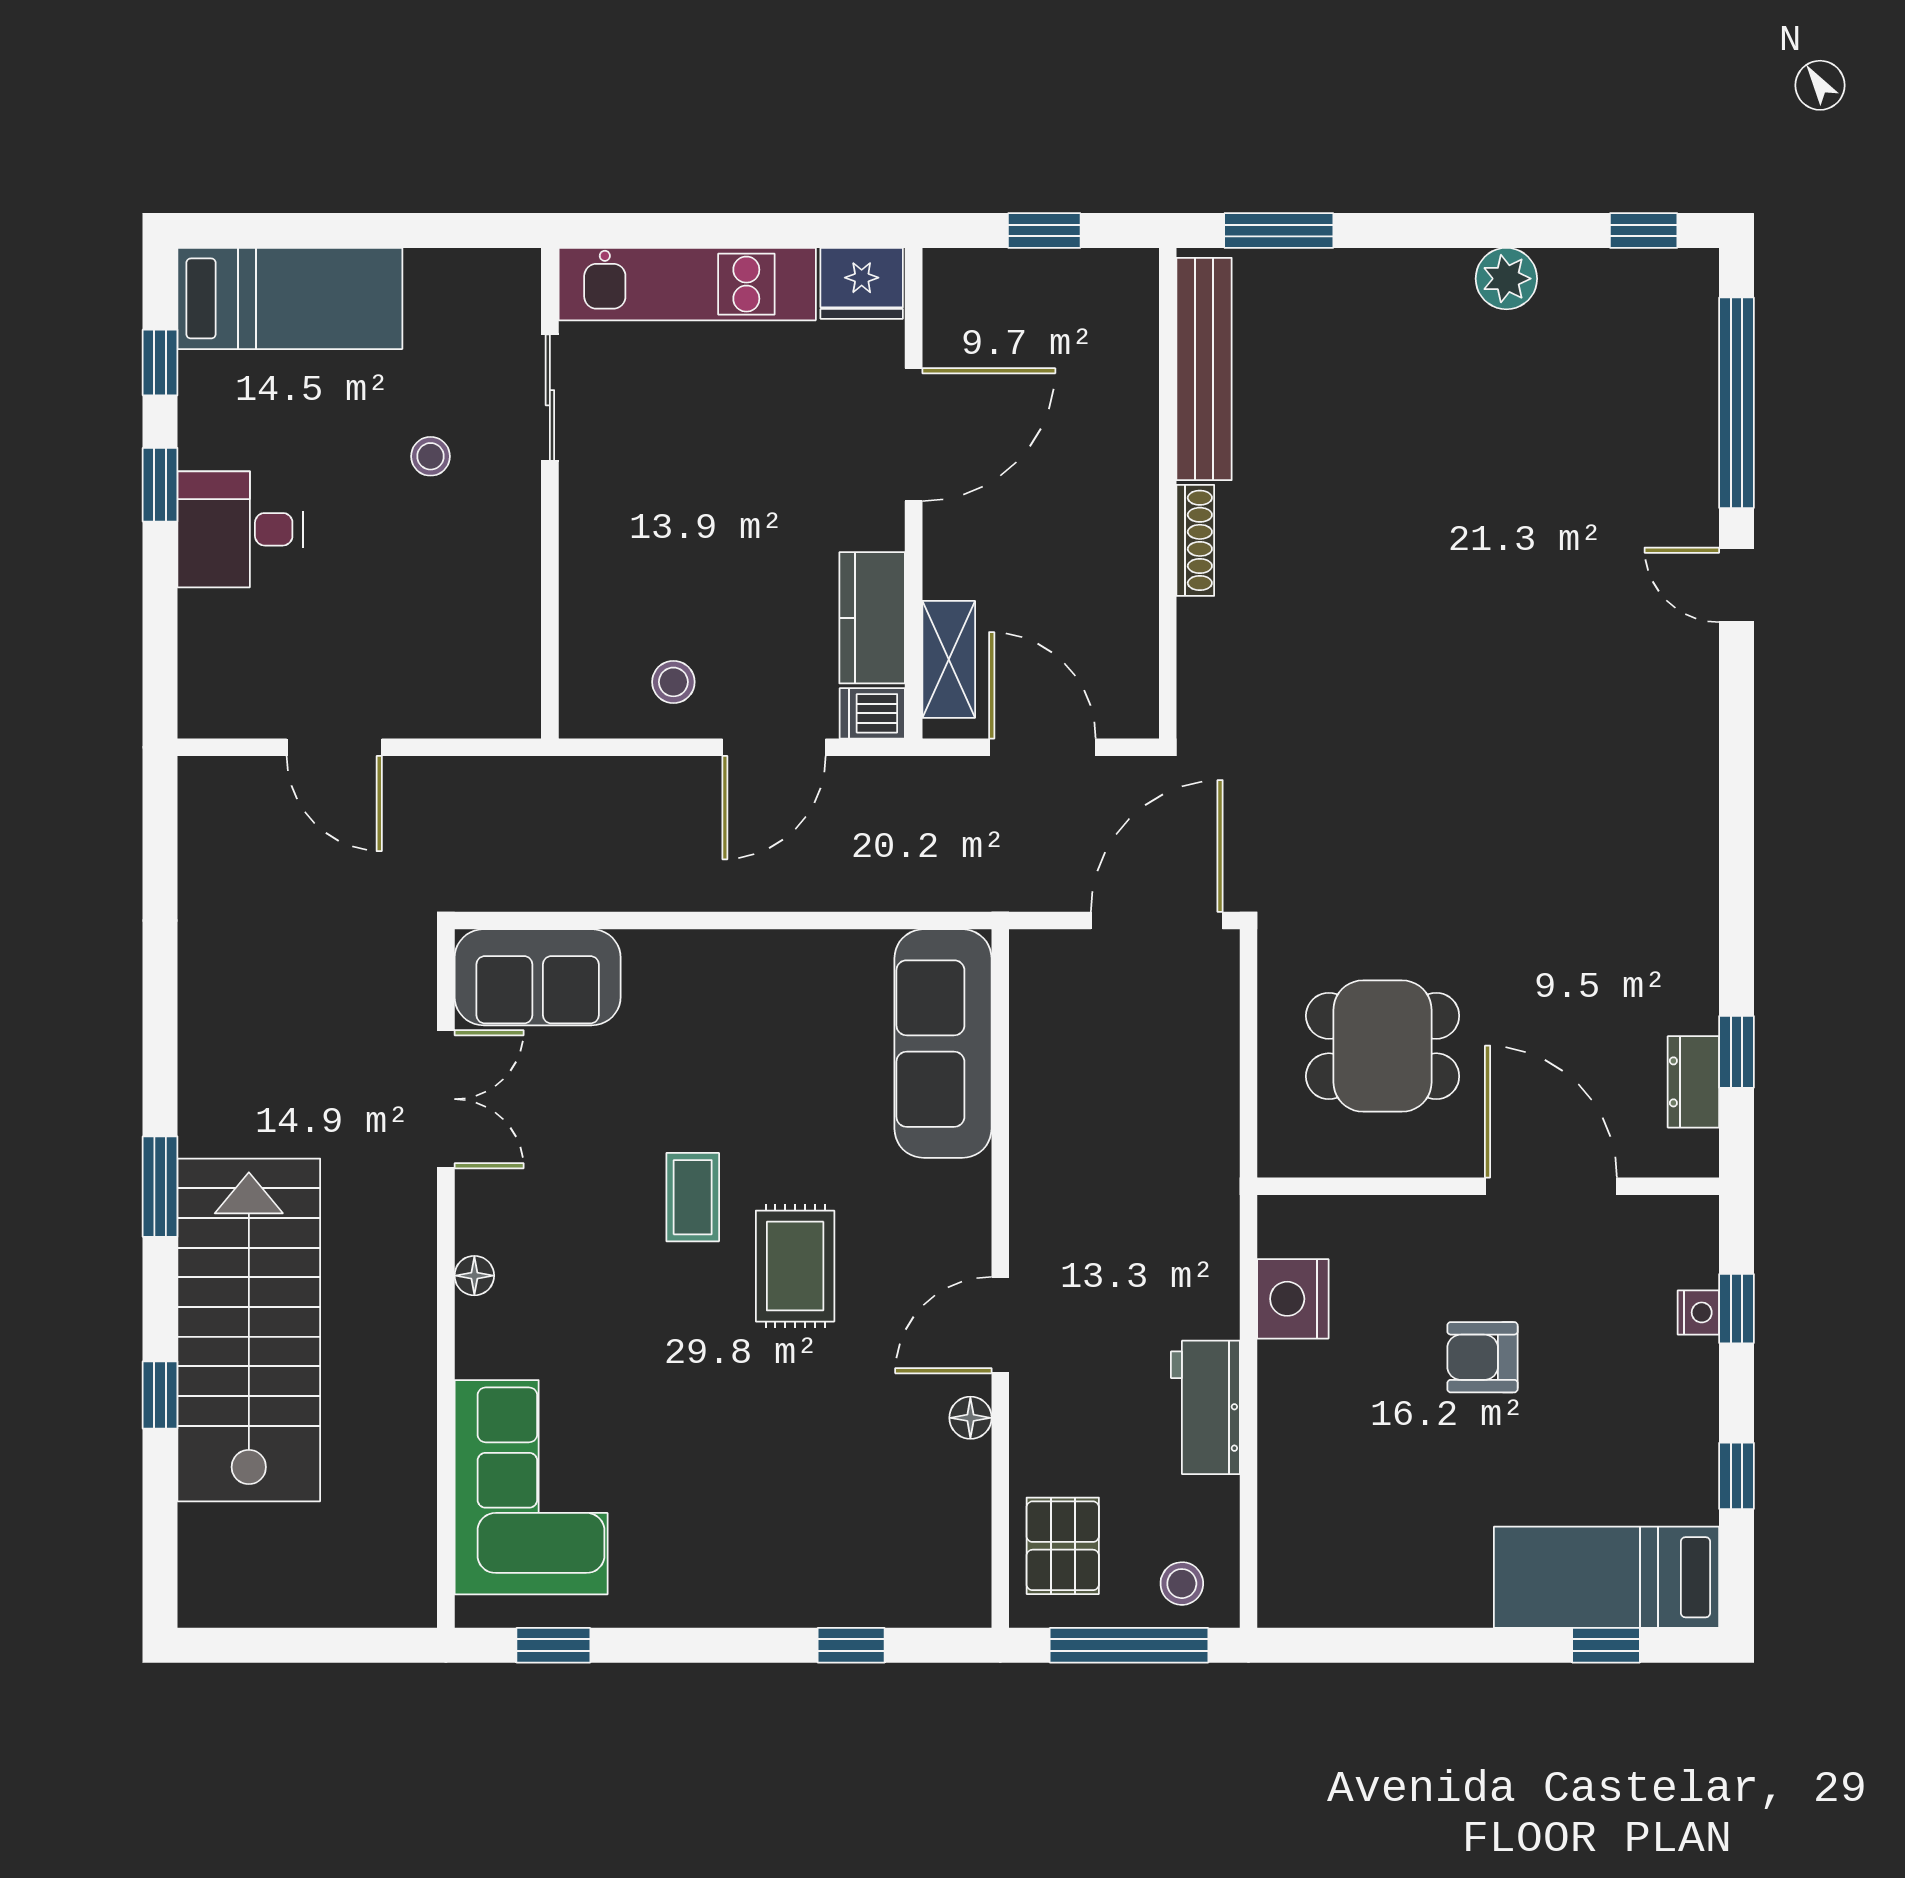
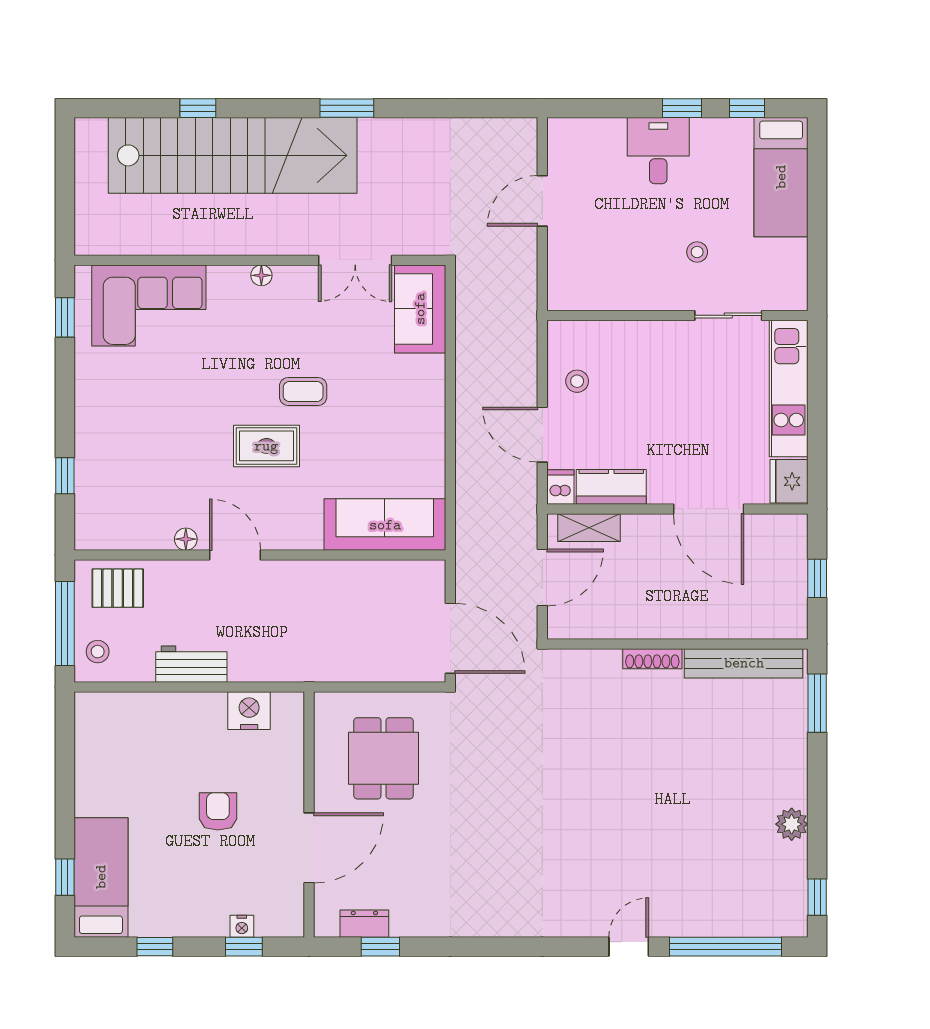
window: (160, 1187) -> (347, 108), moved
stairs: (249, 1330) -> (233, 155), width x1.36

